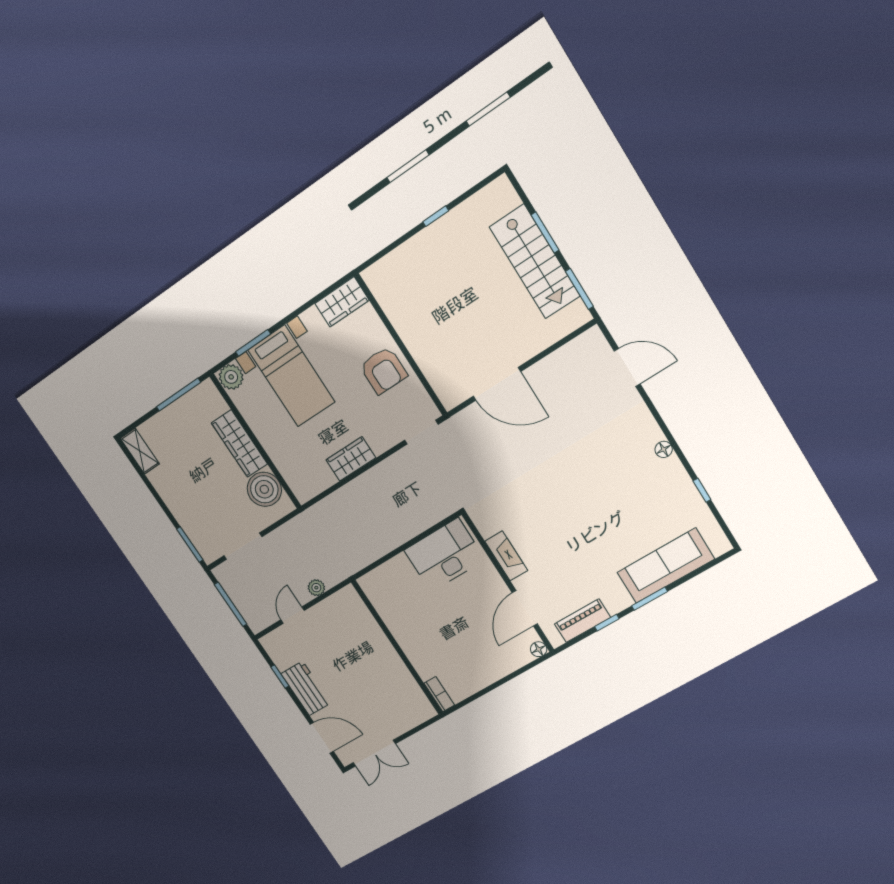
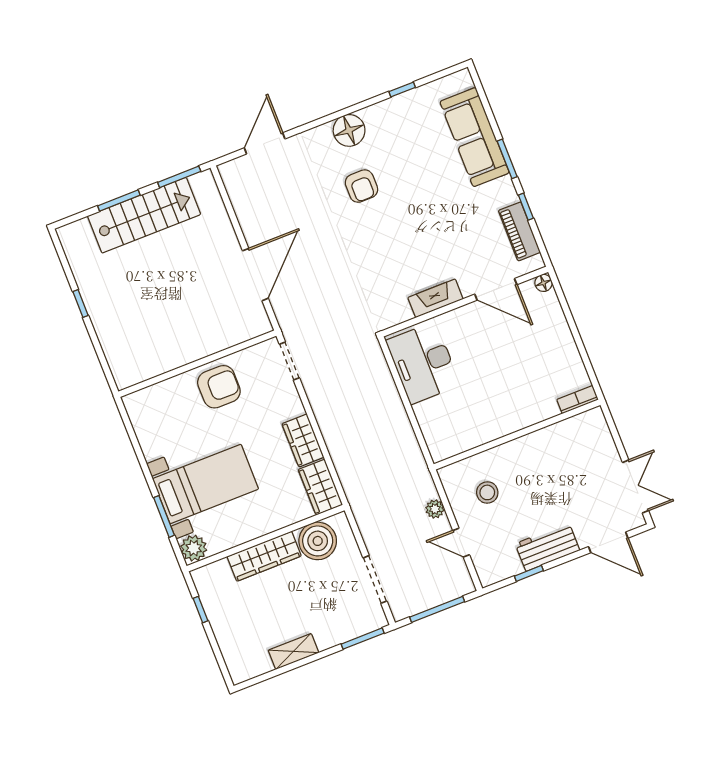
wardrobe: (342, 302) -> (320, 487), moved, turned 180
window: (179, 395) -> (200, 610), width x0.46
floor lamp: (664, 449) -> (349, 130), width x1.89, depth x1.89
shelving: (140, 451) -> (293, 651), moved
armchair: (601, 469) -> (361, 186), added
stool: (341, 630) -> (487, 492), added
door: (322, 738) -> (608, 542), swing flipped

